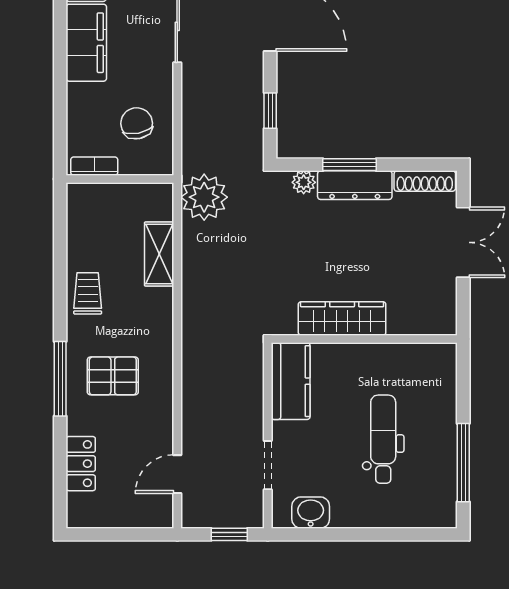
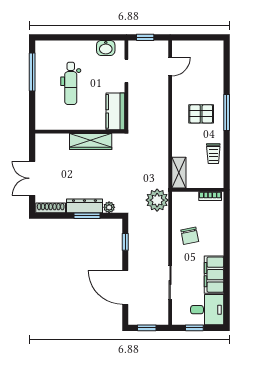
bookcase: (94, 166) -> (210, 196), moved
wall: (120, 179) -> (198, 190), moved
locker: (81, 464) -> (217, 72), removed

